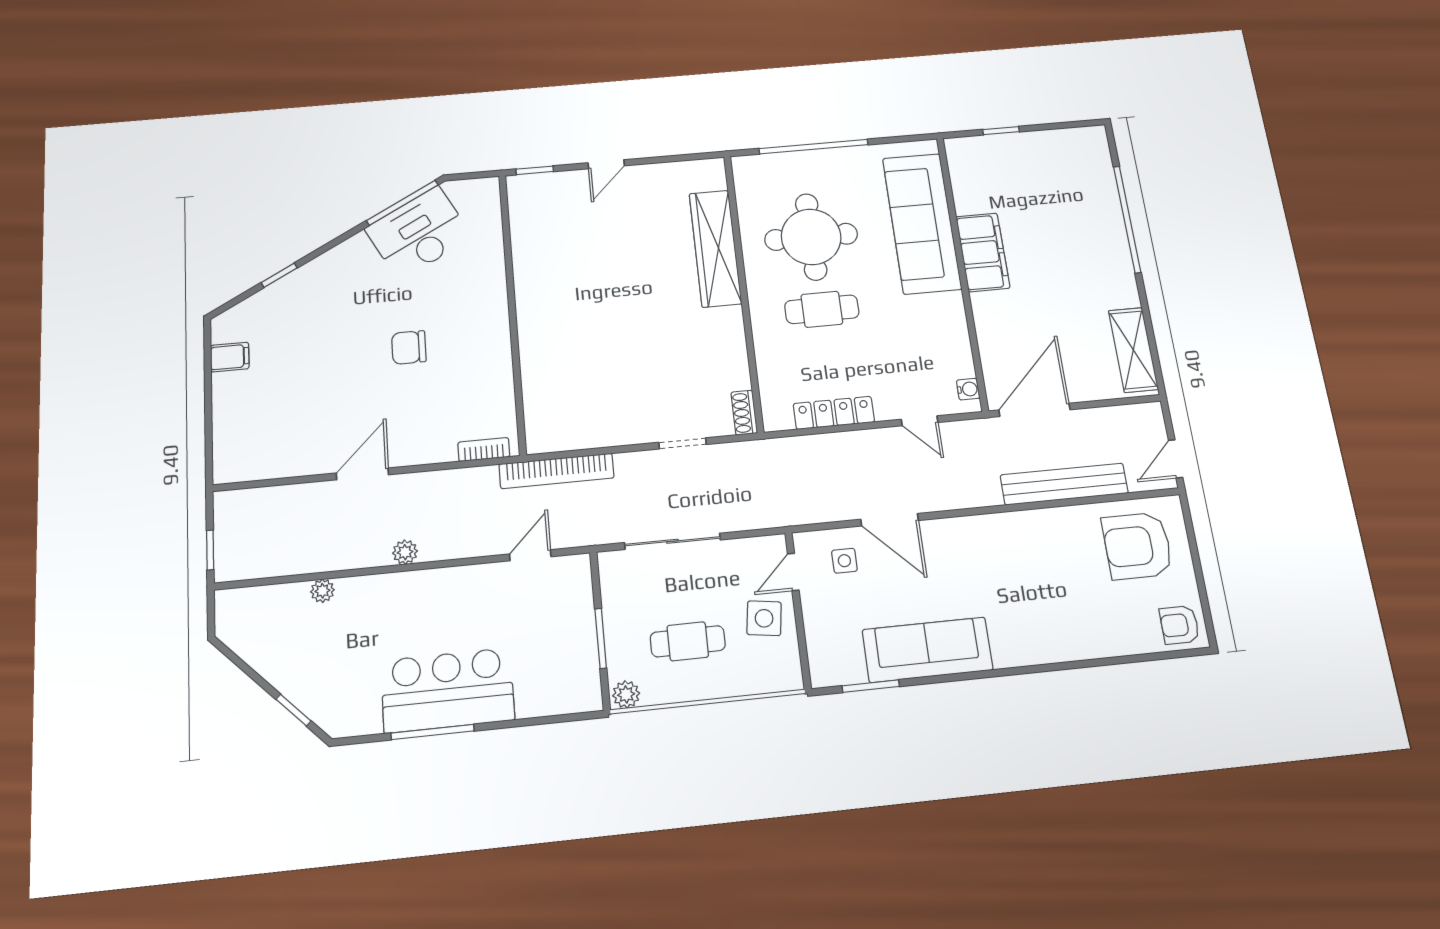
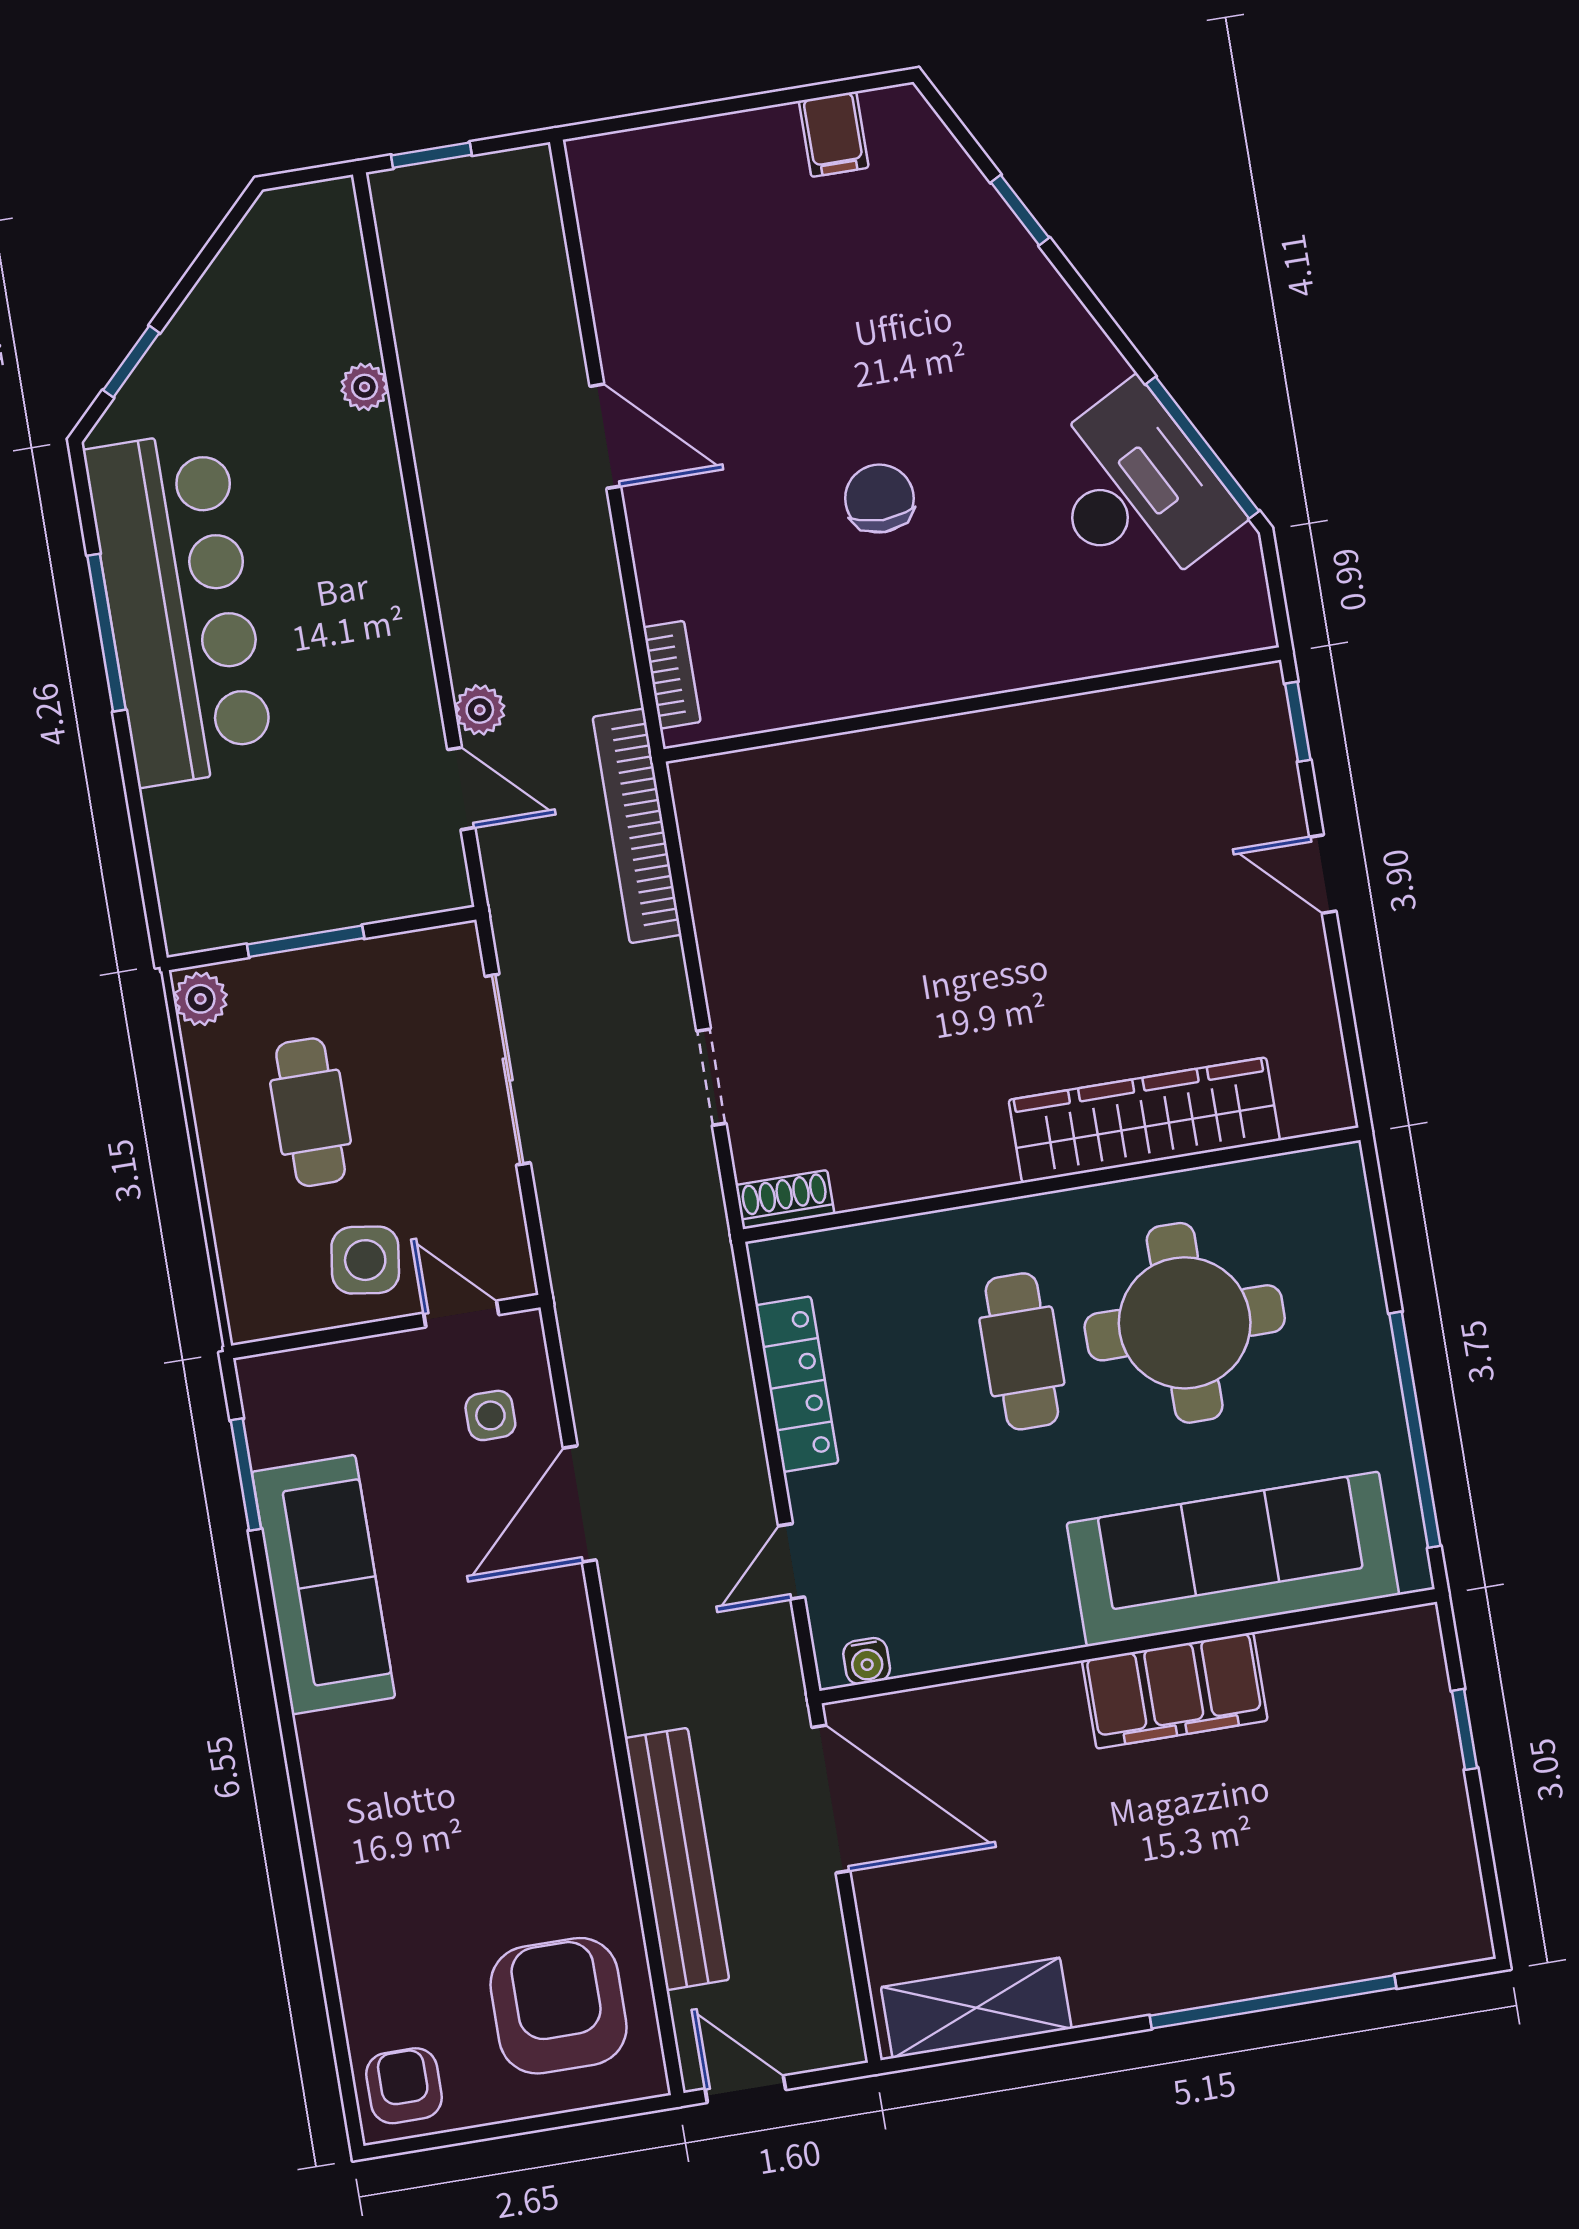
window: (814, 147) -> (1415, 1430), moved
plant: (405, 552) -> (480, 710), moved
bar counter: (448, 690) -> (180, 608), width x1.36

